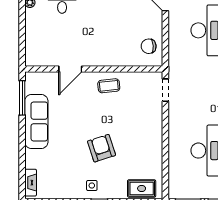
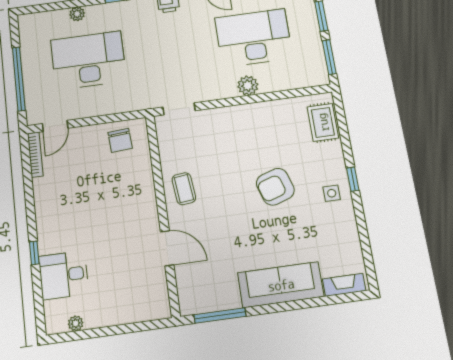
sofa: (36, 121) -> (281, 285), moved
plant: (175, 141) -> (248, 86), added

